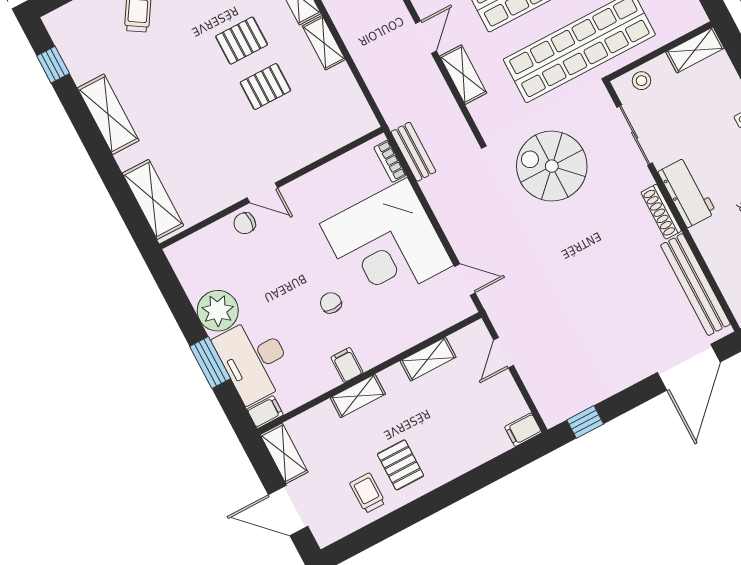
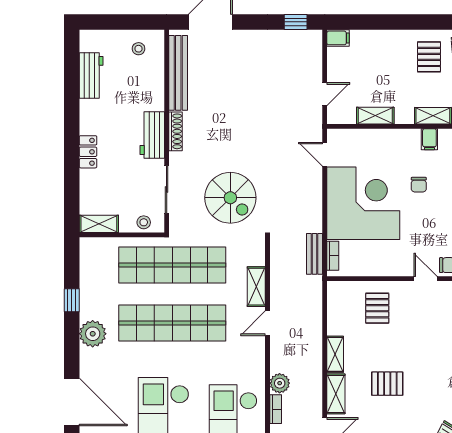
pallet: (265, 86) -> (377, 308), moved, turned 90

